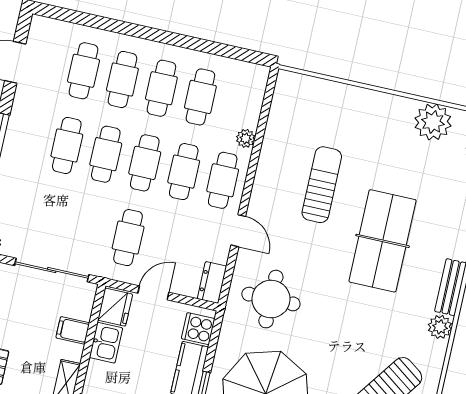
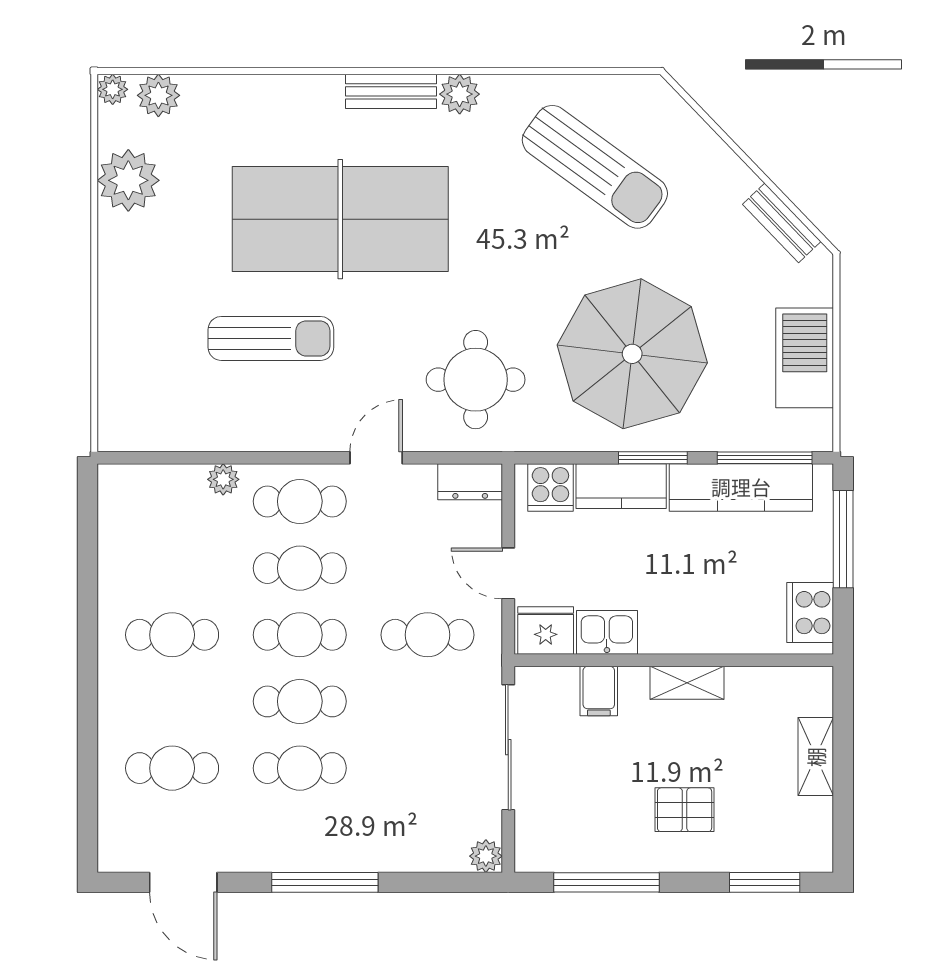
cafe table: (122, 79) -> (172, 701), removed
cafe table: (200, 97) -> (172, 568), removed
sun lounger: (322, 185) -> (271, 338), turned 180
table tennis table: (383, 241) -> (340, 219), width x1.36, depth x1.32

